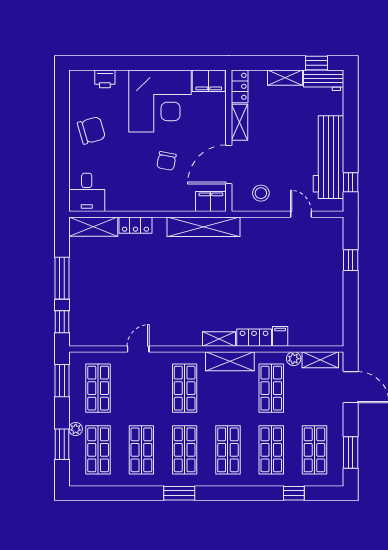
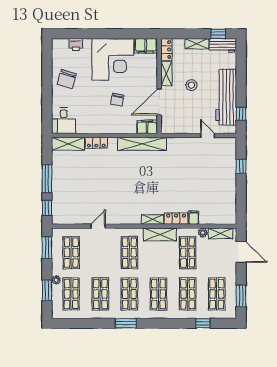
chair: (91, 130) -> (67, 79), turned 122
stool: (261, 193) -> (191, 85), moved

